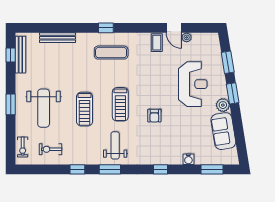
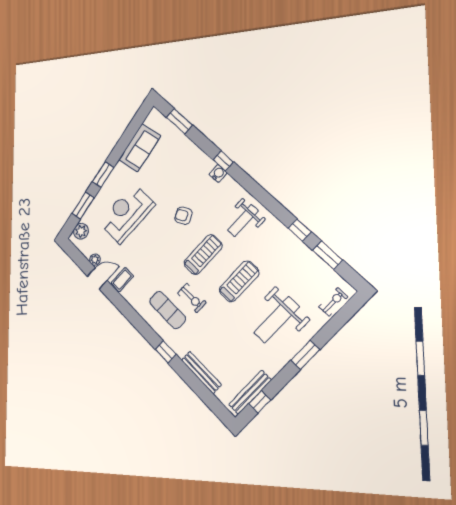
window: (106, 28) -> (166, 352), moved
door: (174, 28) -> (97, 278), hinge flipped
plant: (223, 105) -> (81, 231), moved
weight bench: (44, 108) -> (277, 320), turned 180
armchair: (154, 116) -> (183, 216), turned -116
exercise bike: (50, 149) -> (192, 298), moved
water cooler: (188, 159) -> (218, 173), moved
window: (110, 169) -> (328, 255), moved

